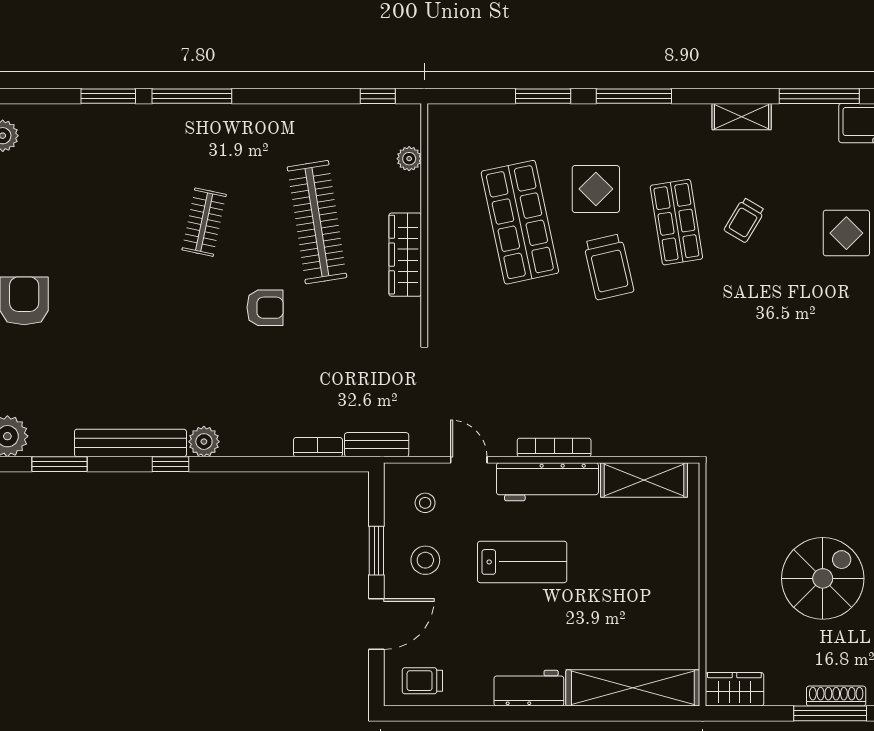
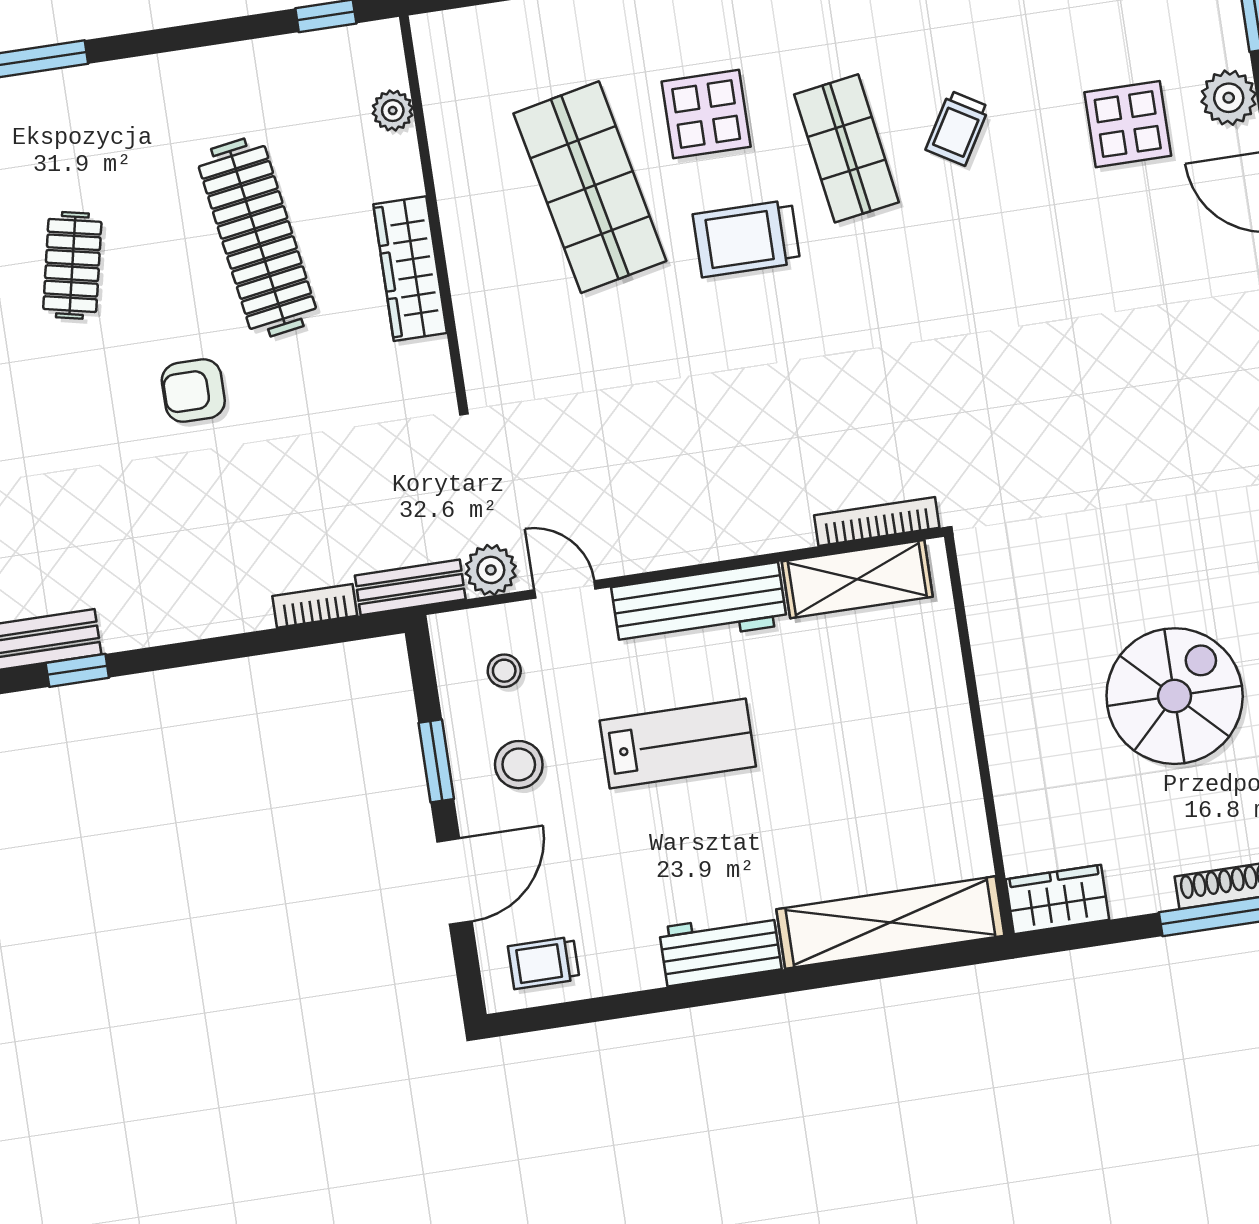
trolley: (609, 267) -> (747, 238), turned 103
armchair: (265, 308) -> (193, 391), turned 180
plant: (204, 442) -> (491, 570), moved
bookcase: (554, 447) -> (877, 521), moved

